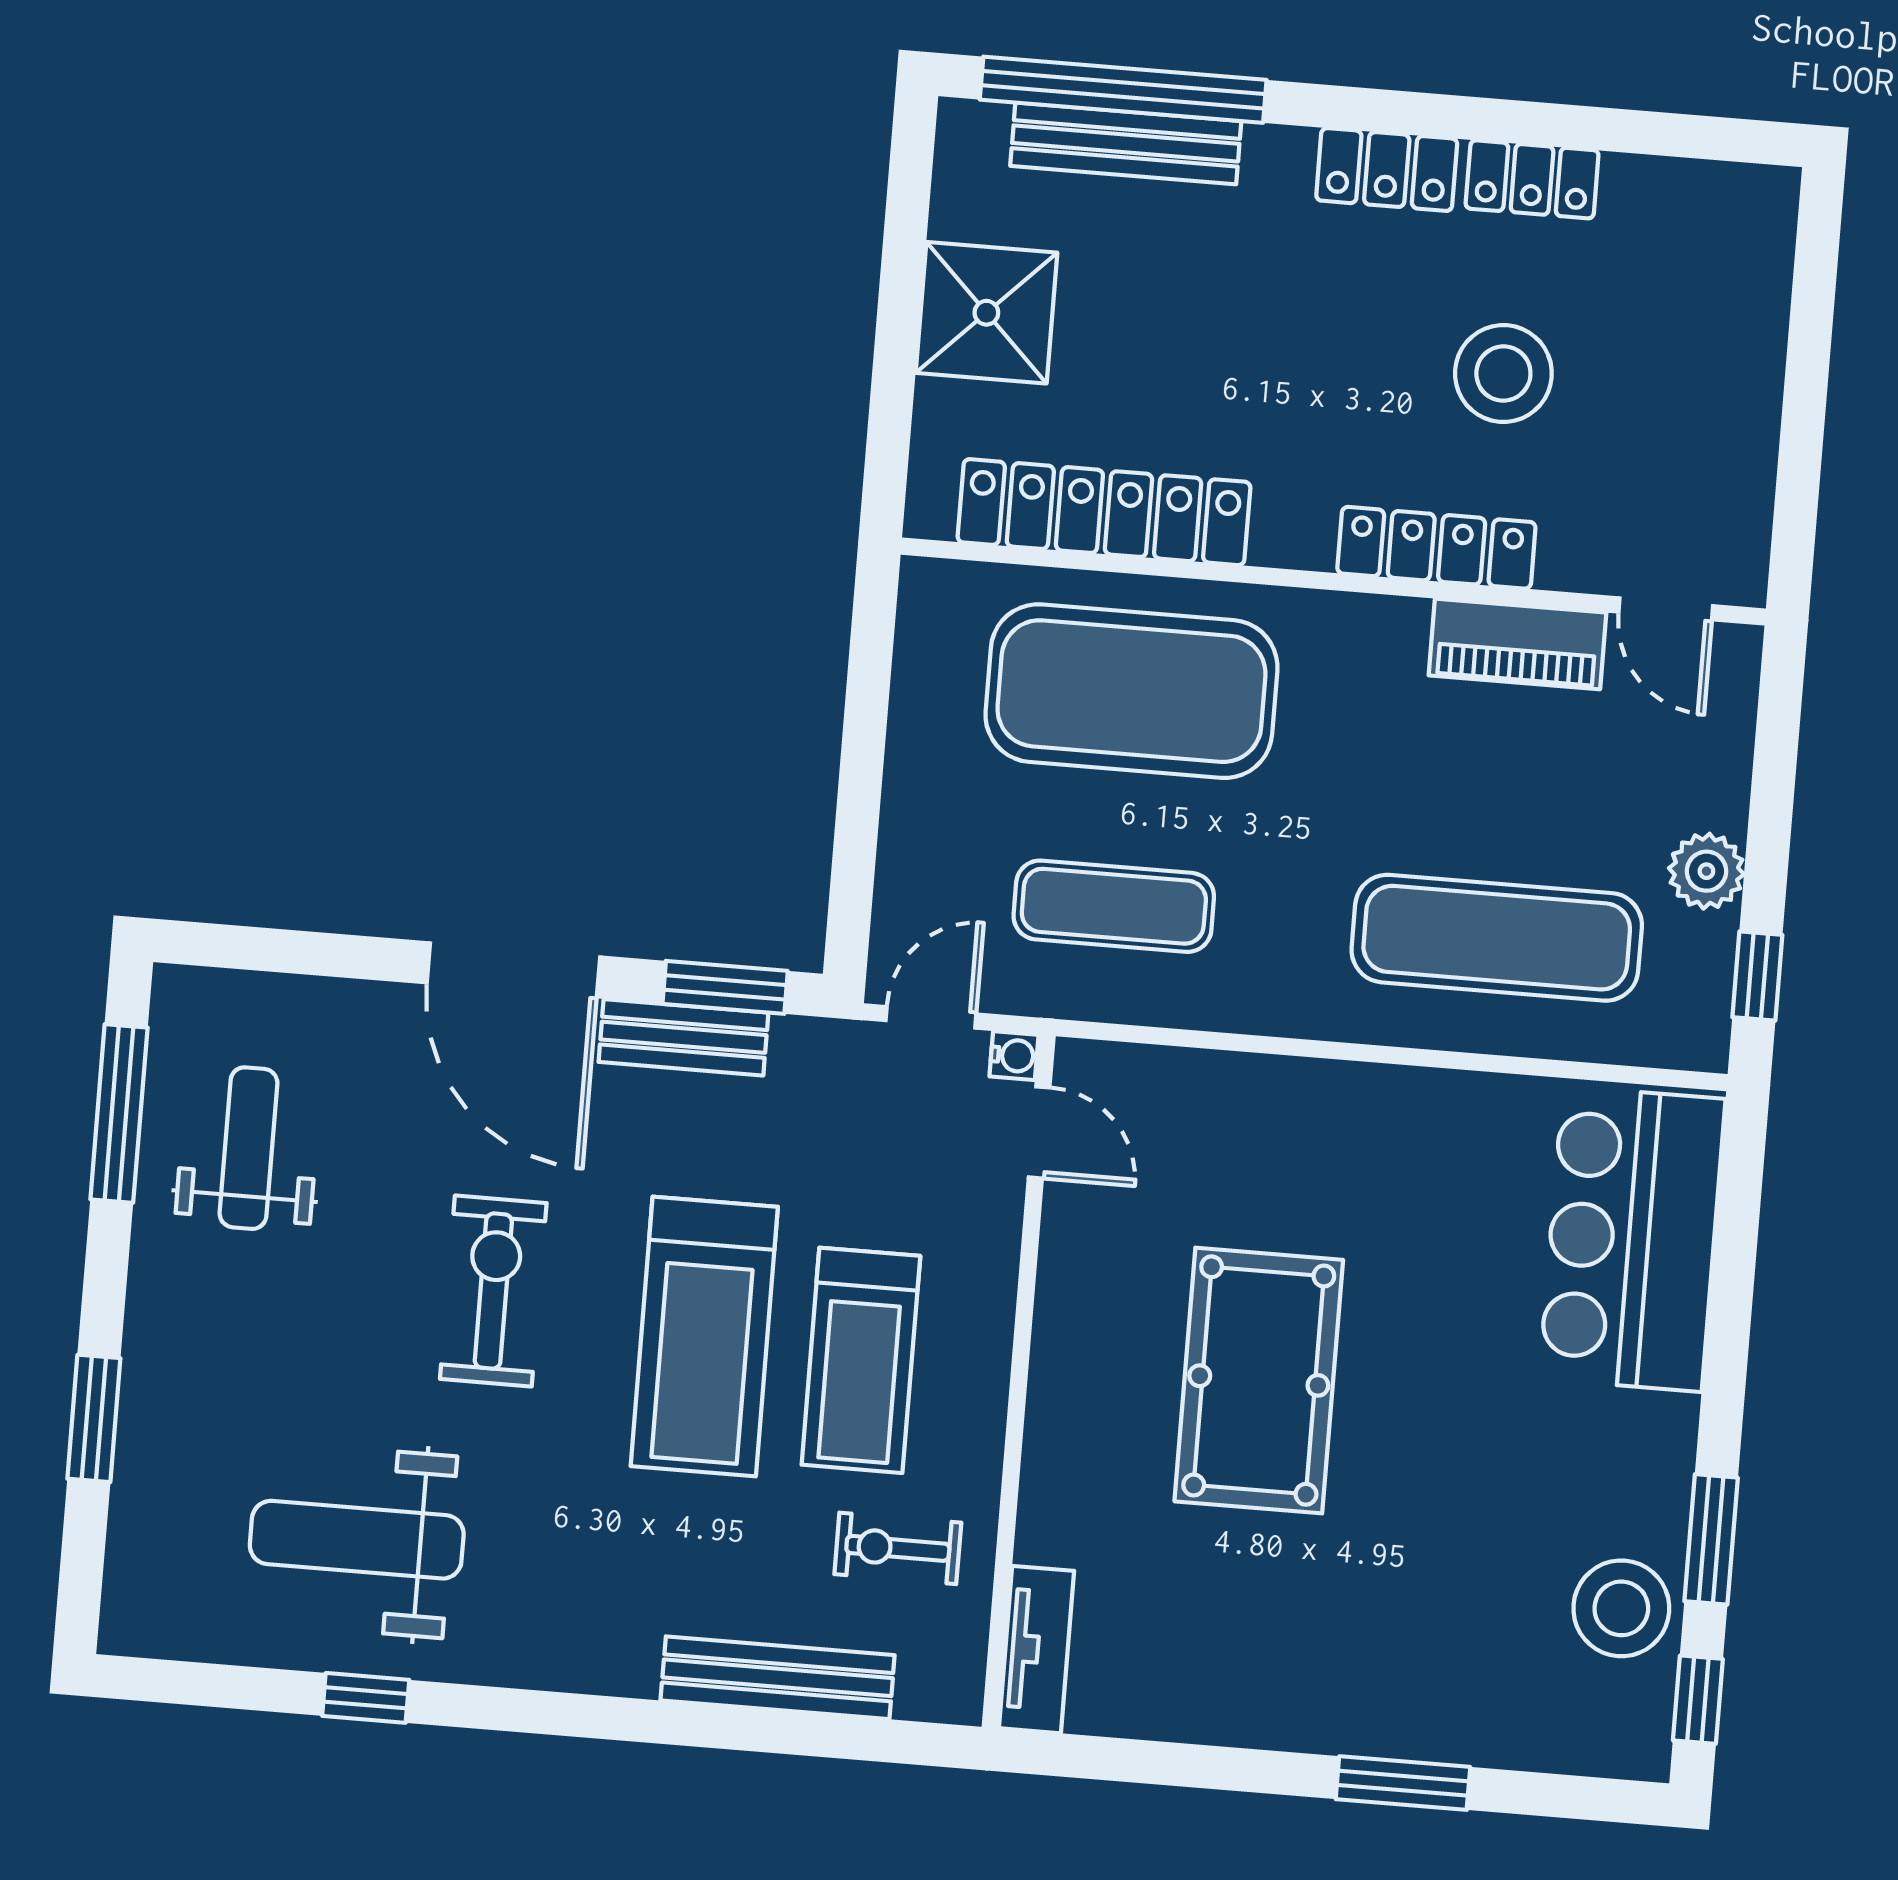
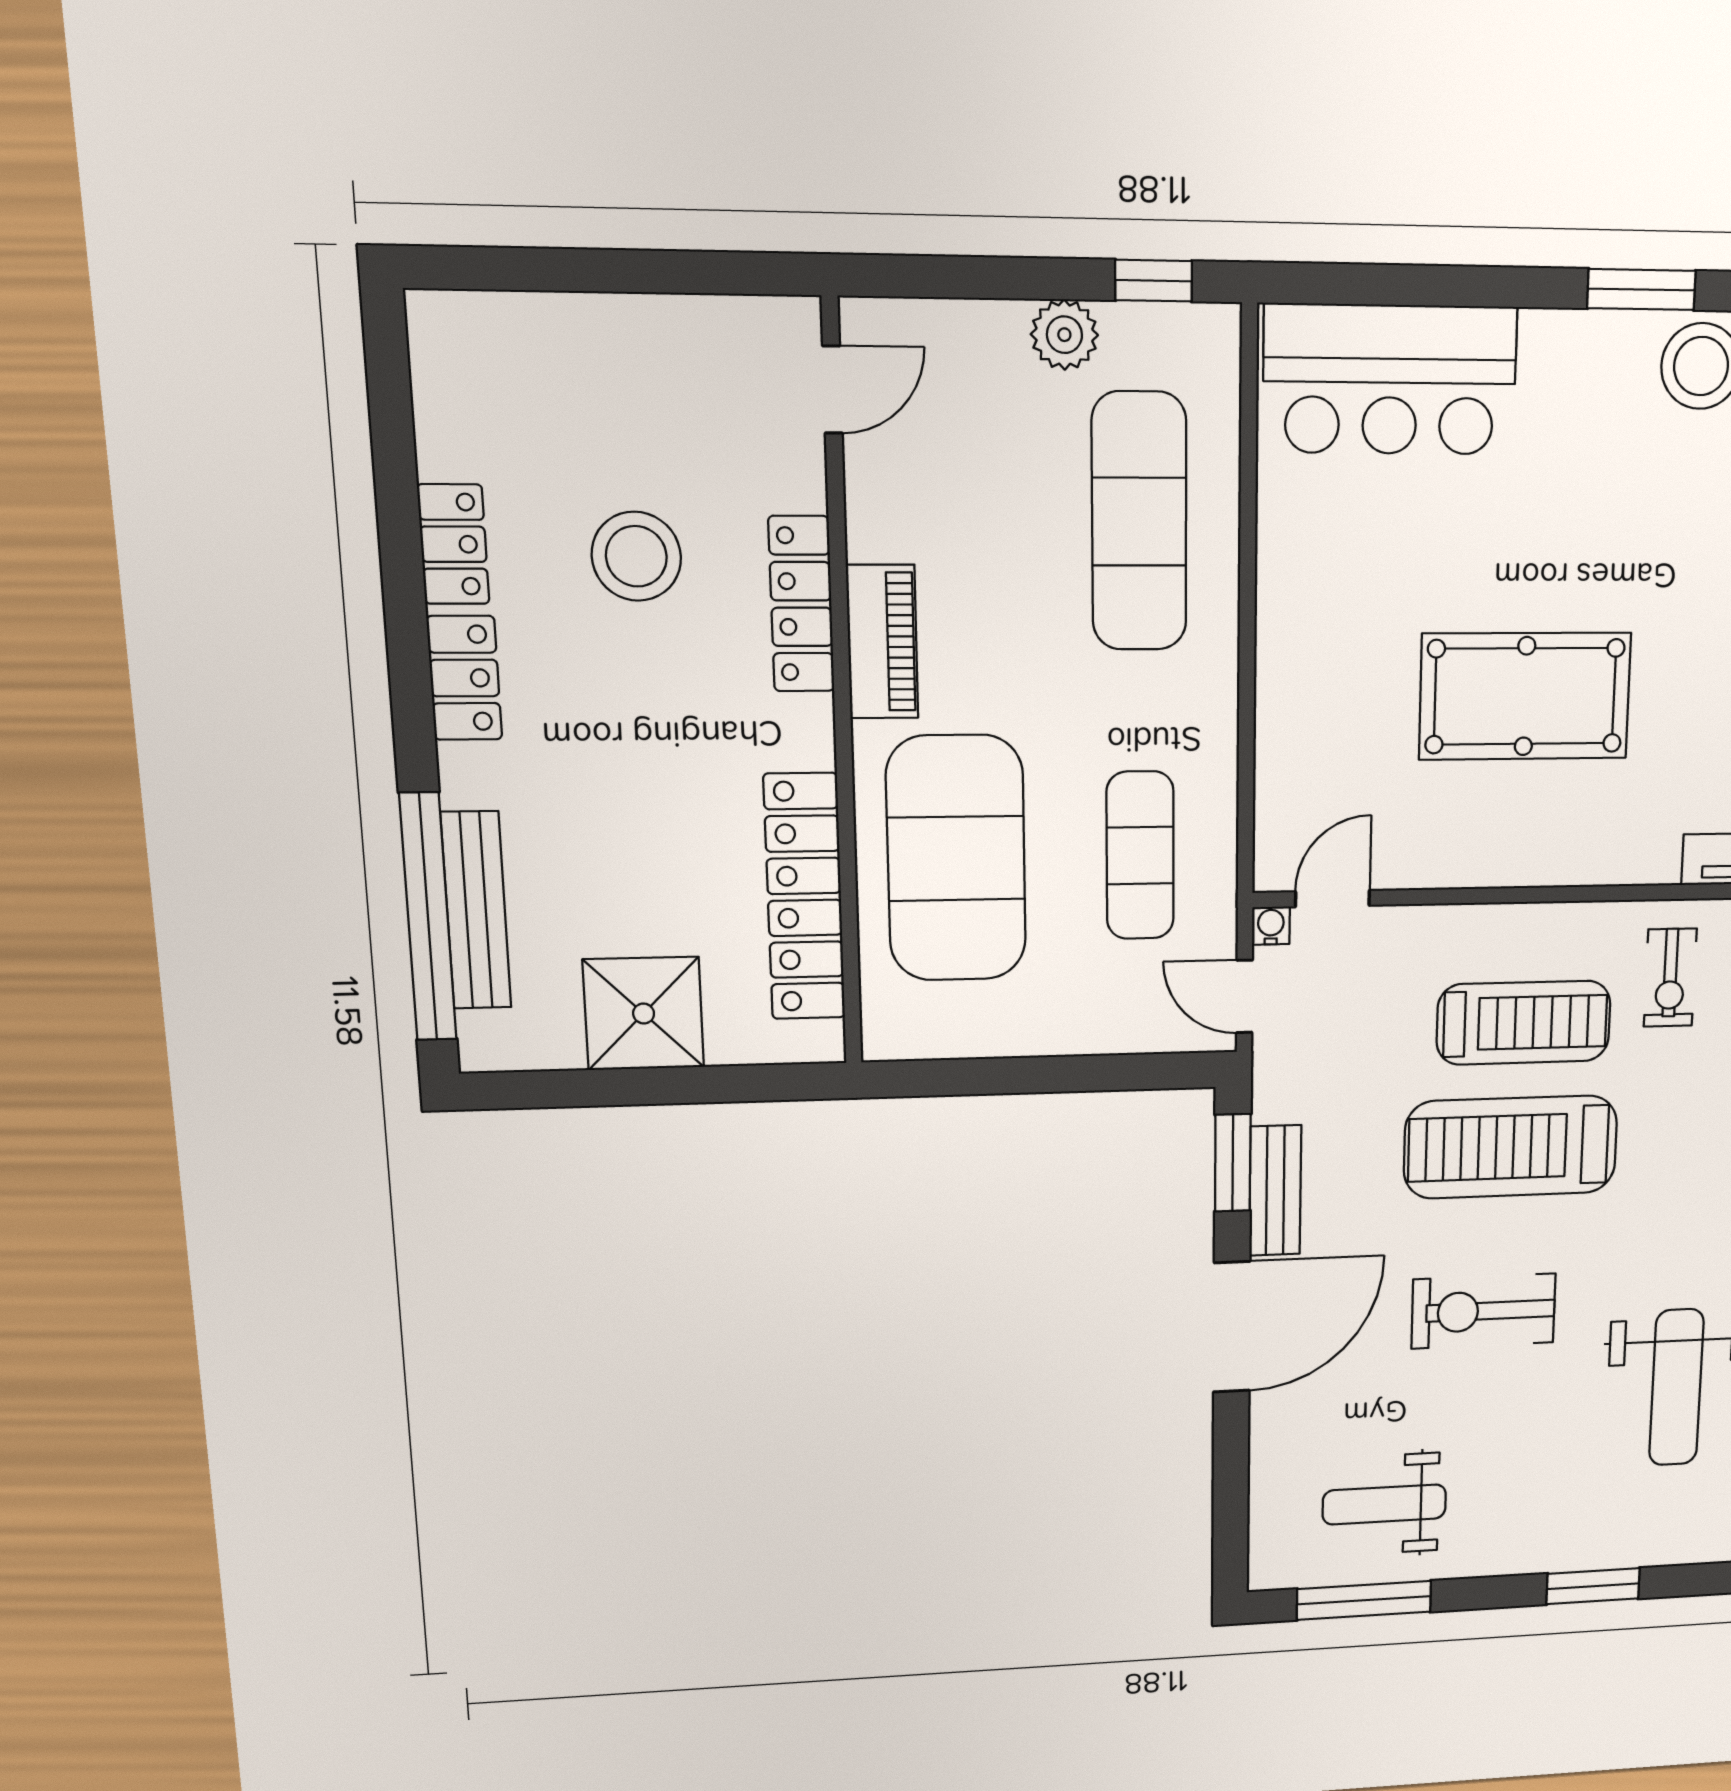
piano: (1517, 644) -> (882, 642), moved
treadmill: (704, 1336) -> (1511, 1147), turned 180

